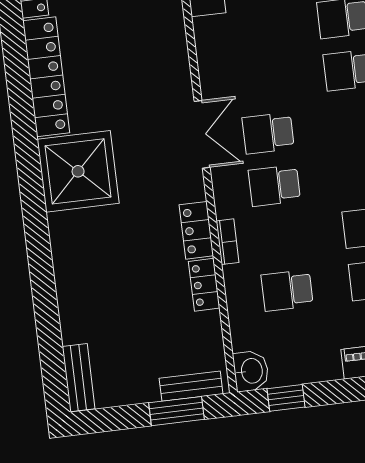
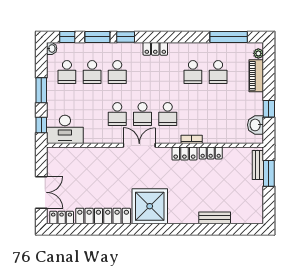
school desk: (287, 290) -> (117, 114), moved
washbasin: (251, 371) -> (256, 125), moved, turned -90
bench: (79, 378) -> (215, 218), moved
window: (286, 398) -> (269, 109), moved

